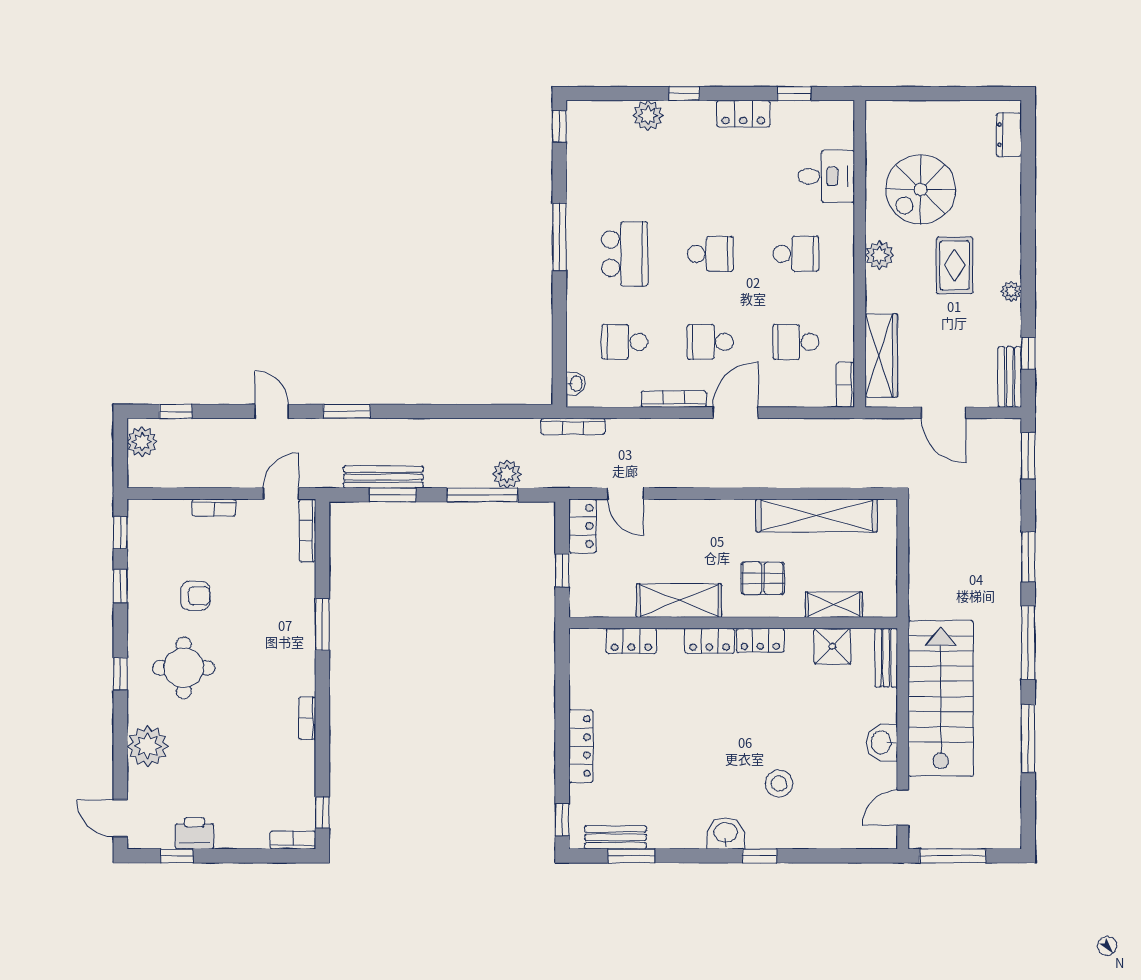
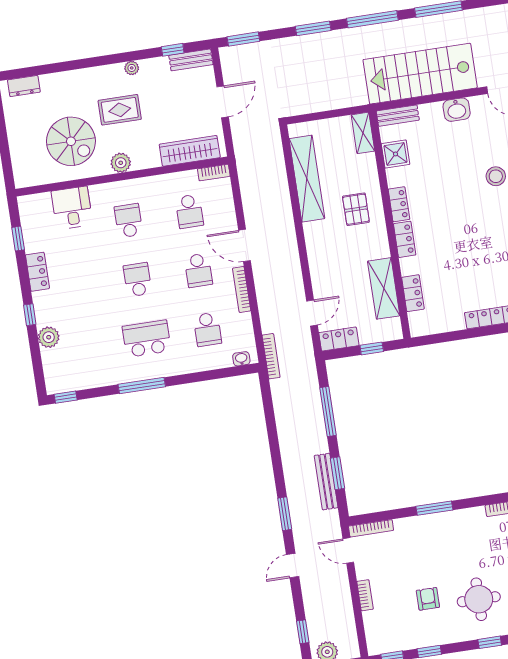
plant: (507, 474) -> (311, 397), removed
shelving: (679, 601) -> (384, 288), moved
shelving: (834, 605) -> (363, 133), moved

